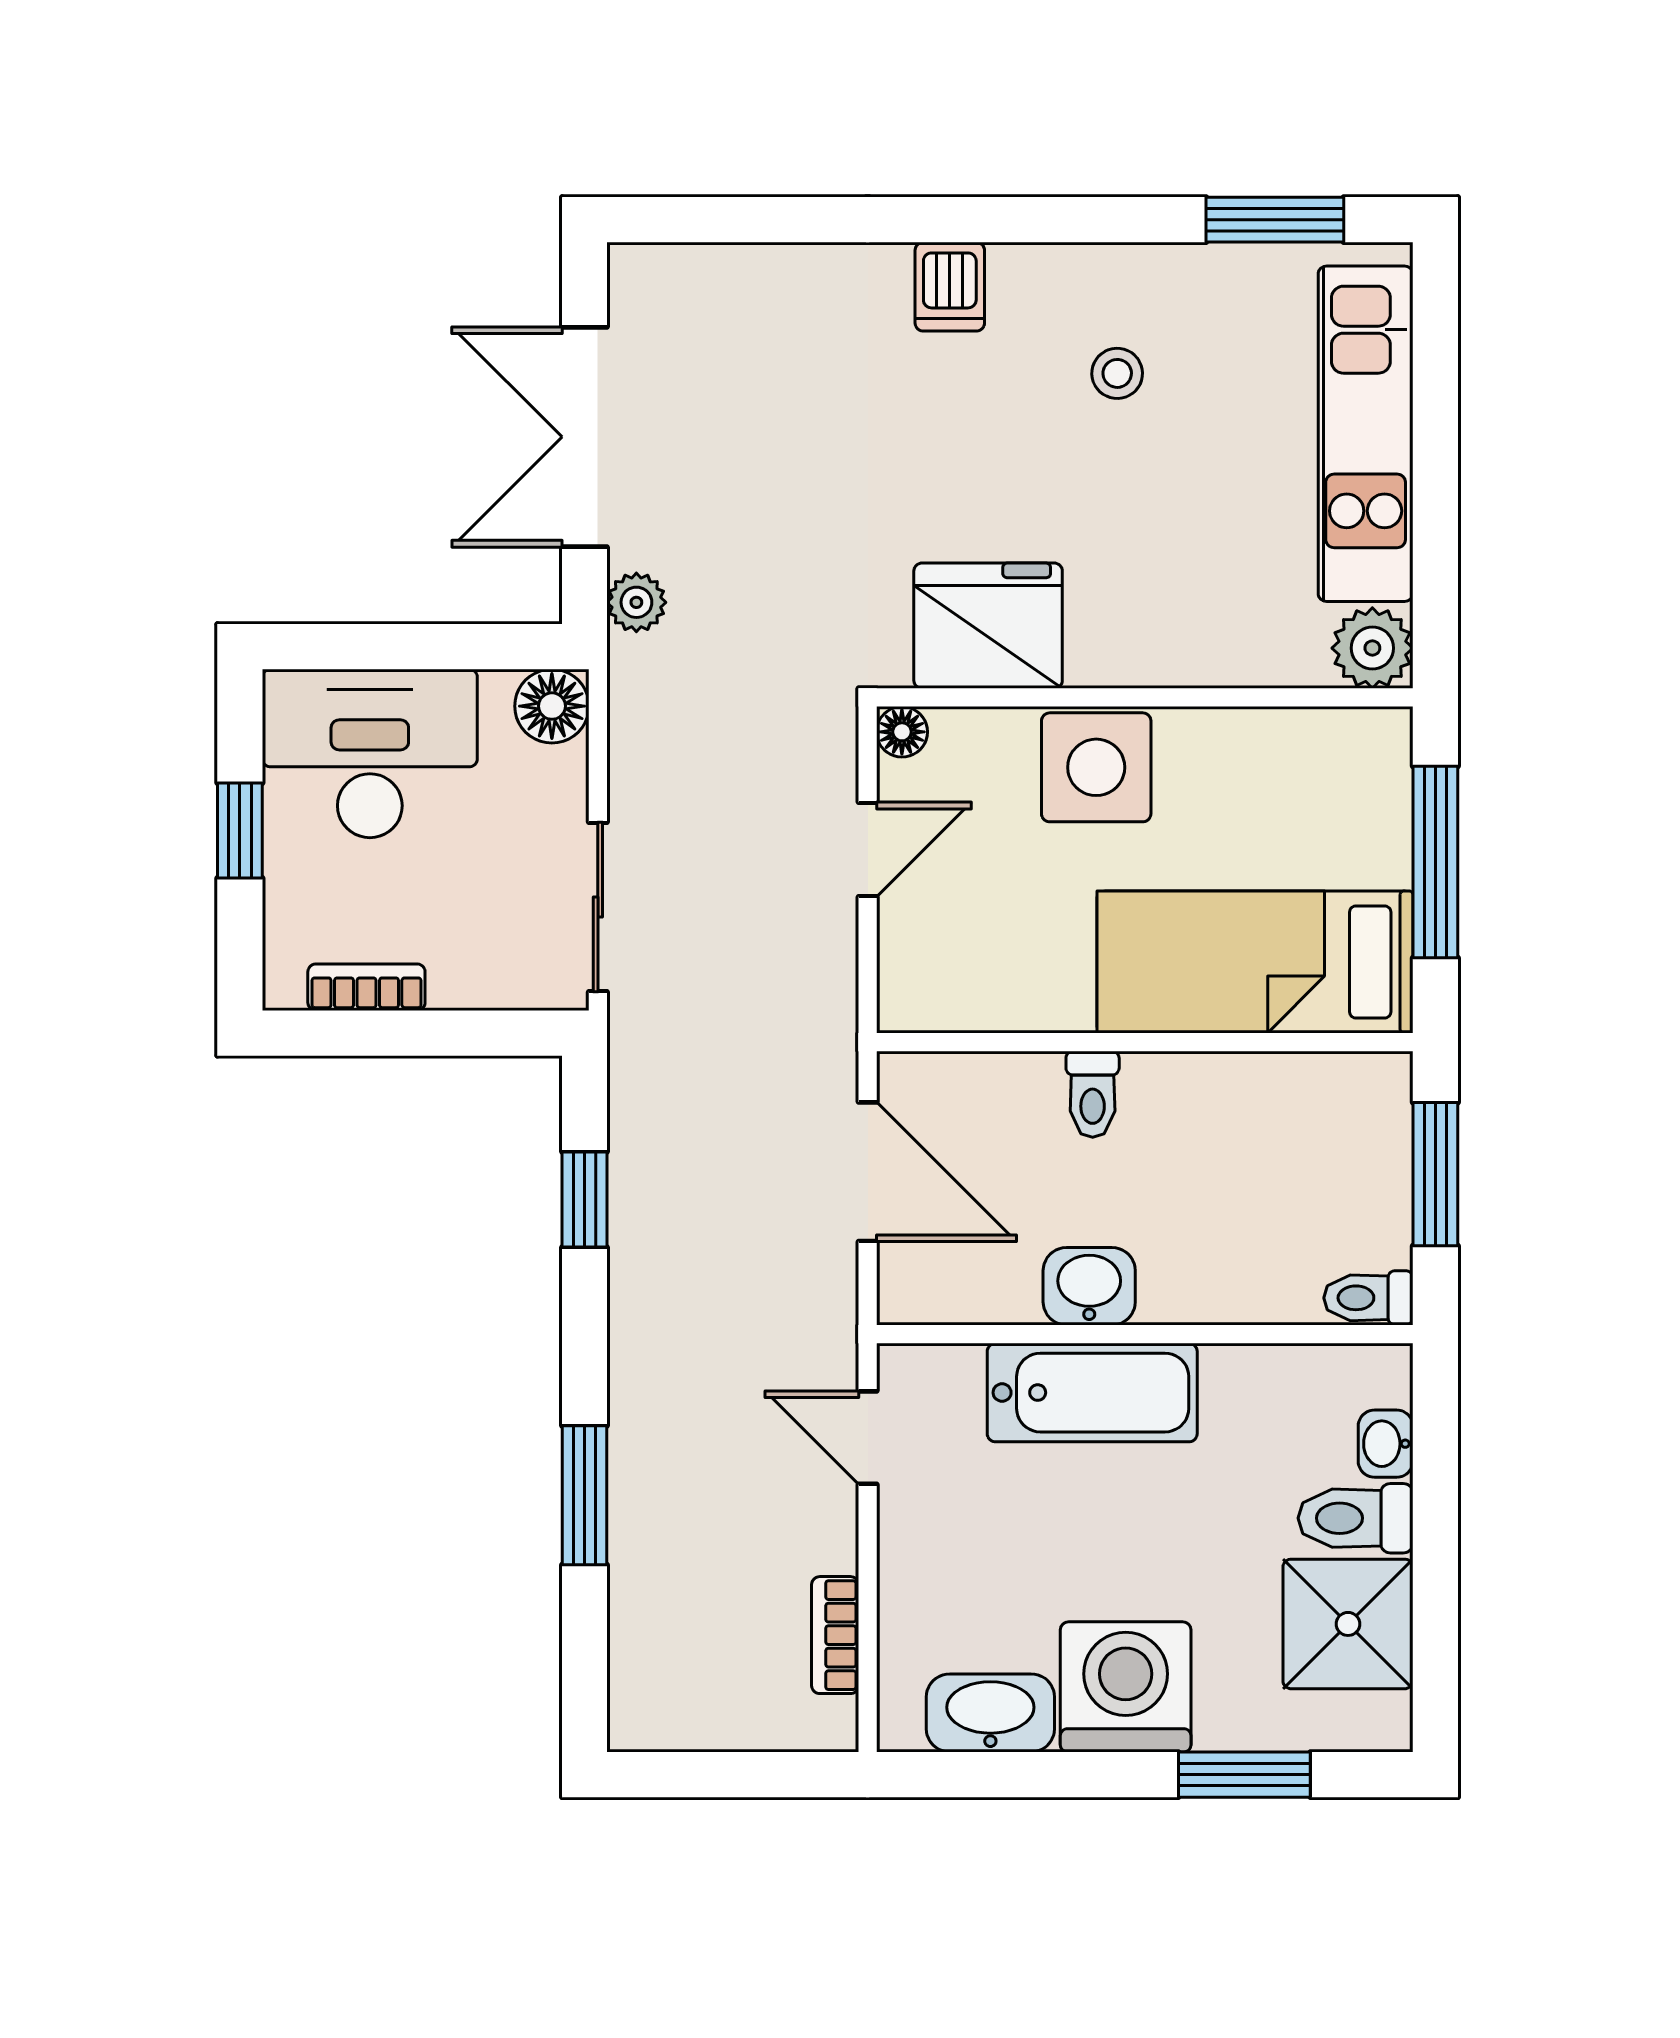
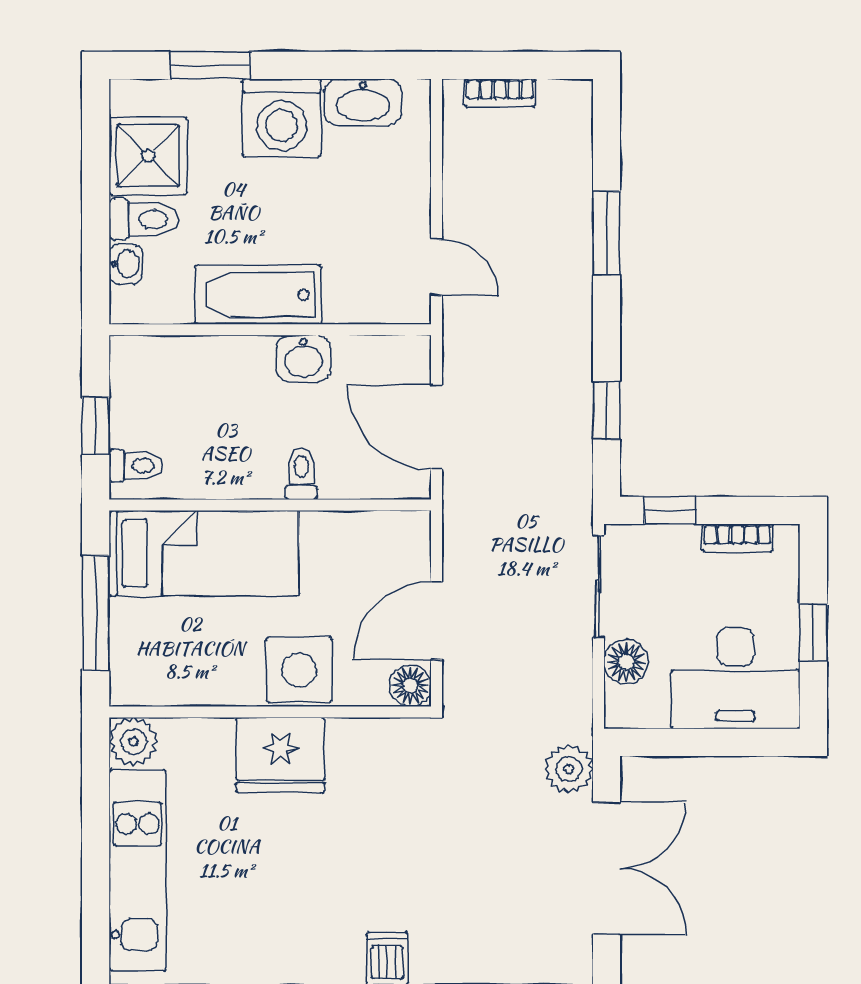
stool: (1117, 373) -> (287, 906), removed
plant: (636, 602) -> (569, 769), width x1.38, depth x1.38
fridge: (988, 626) -> (280, 755), moved
floor lamp: (552, 706) -> (626, 662), moved
floor lamp: (902, 732) -> (410, 686), width x1.37, depth x1.37
door: (868, 849) -> (437, 621), width x1.38
window: (479, 1033) -> (670, 510), added
window: (1435, 1174) -> (96, 426), width x0.67
toilet: (1368, 1298) -> (136, 466), moved
bathtub: (1092, 1393) -> (258, 295), moved
bookcase: (835, 1635) -> (500, 93), moved, turned 90

